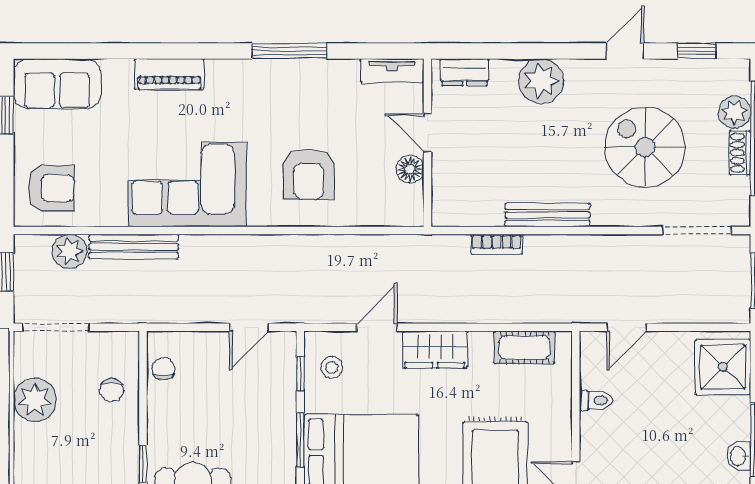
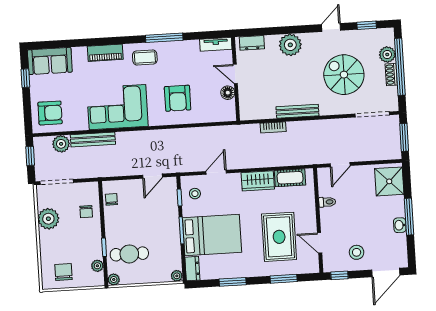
coffee table: (248, 88) -> (145, 57), added
wardrobe: (435, 350) -> (258, 181), moved

